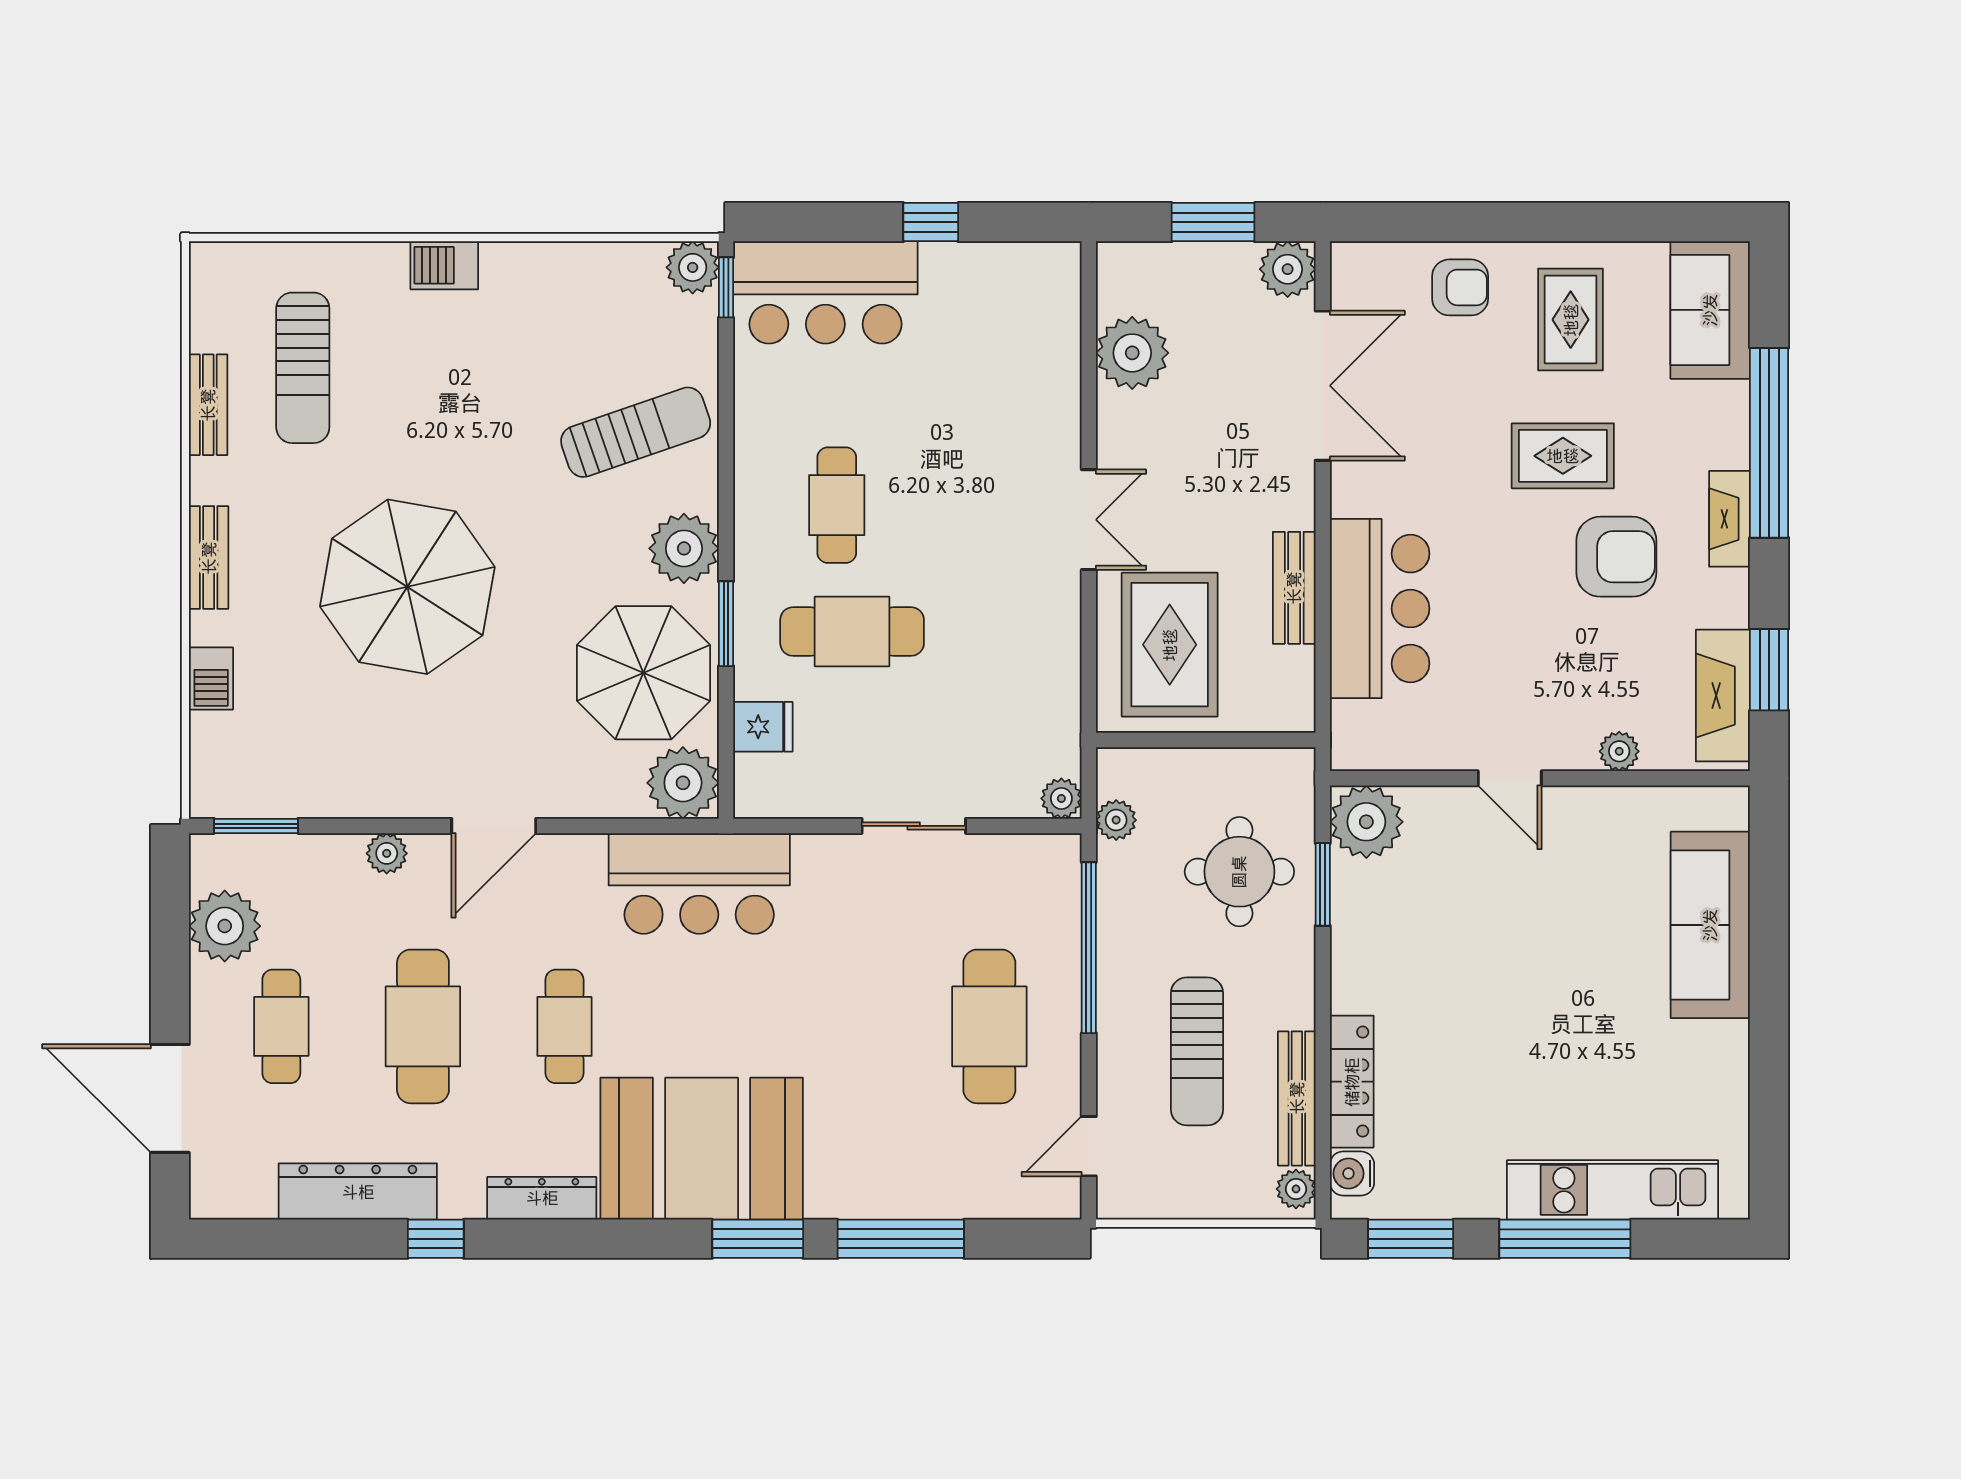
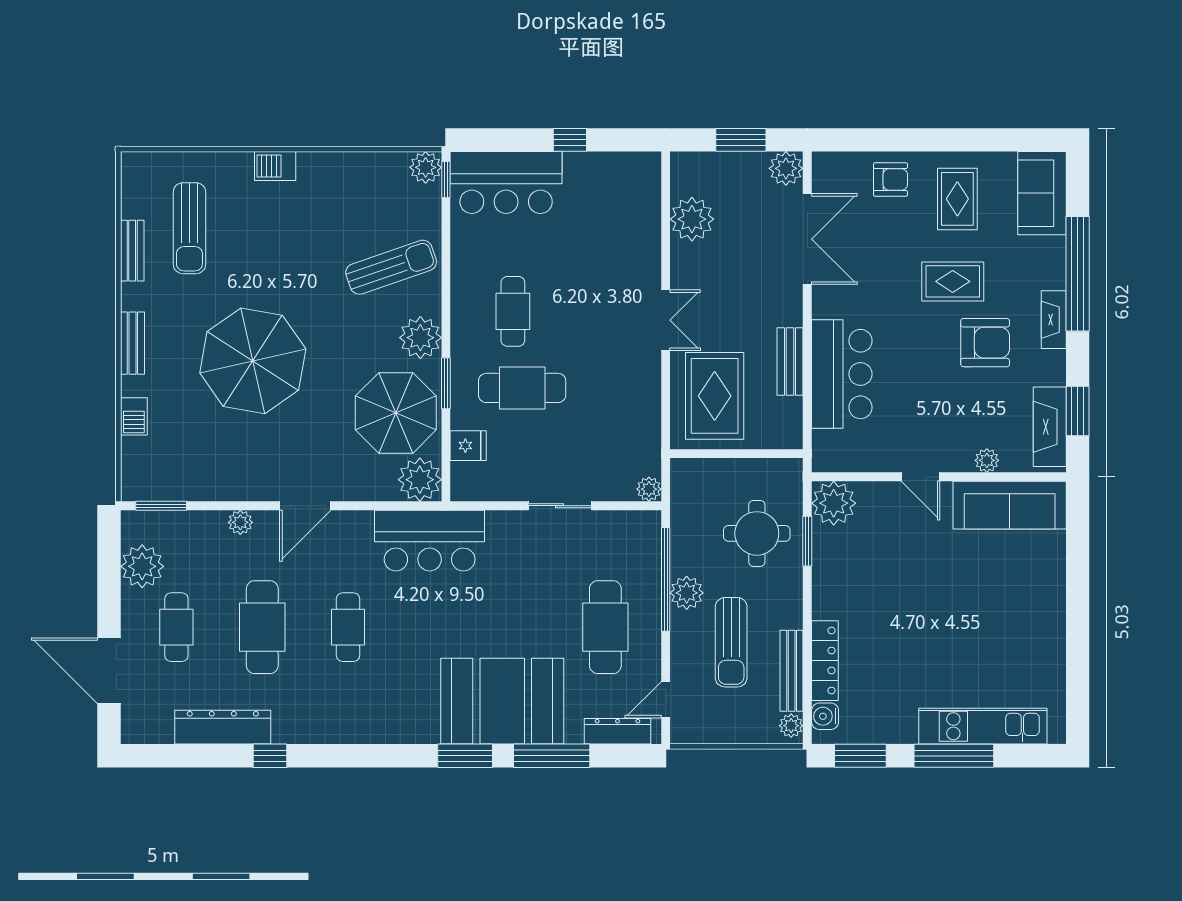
plant: (1116, 820) -> (687, 593), moved, width x1.38, depth x1.38
sofa: (1710, 925) -> (1010, 505), moved, turned -90
booth: (702, 1149) -> (502, 701), moved
dresser: (542, 1198) -> (617, 731), moved

